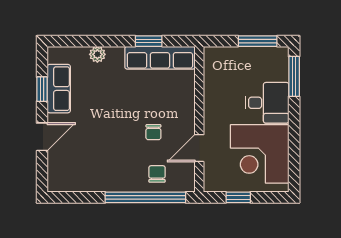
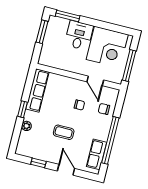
window: (149, 41) -> (23, 109), moved
row of seats: (59, 89) -> (97, 154), moved, turned -90
coffee table: (102, 118) -> (64, 132), added
window: (145, 197) -> (110, 140), moved
window: (238, 197) -> (129, 66), width x2.17

